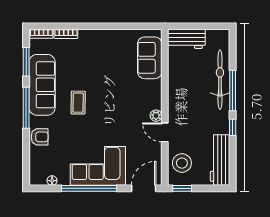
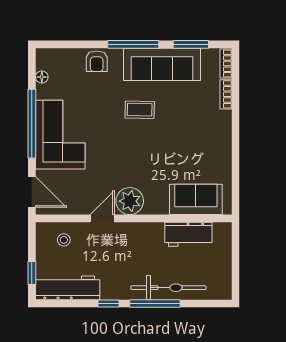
workbench: (186, 39) -> (188, 234), moved, turned -90
plant: (156, 116) -> (130, 201), width x1.88, depth x1.88
stool: (182, 163) -> (64, 240), width x0.53, depth x0.53
window: (182, 188) -> (32, 273), moved

